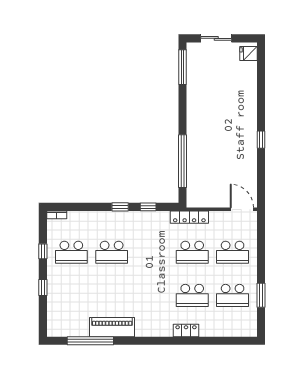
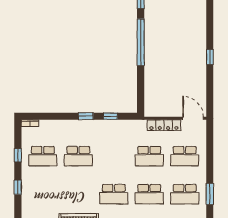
window: (182, 161) -> (141, 42), moved
locker: (189, 217) -> (164, 125), moved
school desk: (152, 295) -> (114, 194), added

